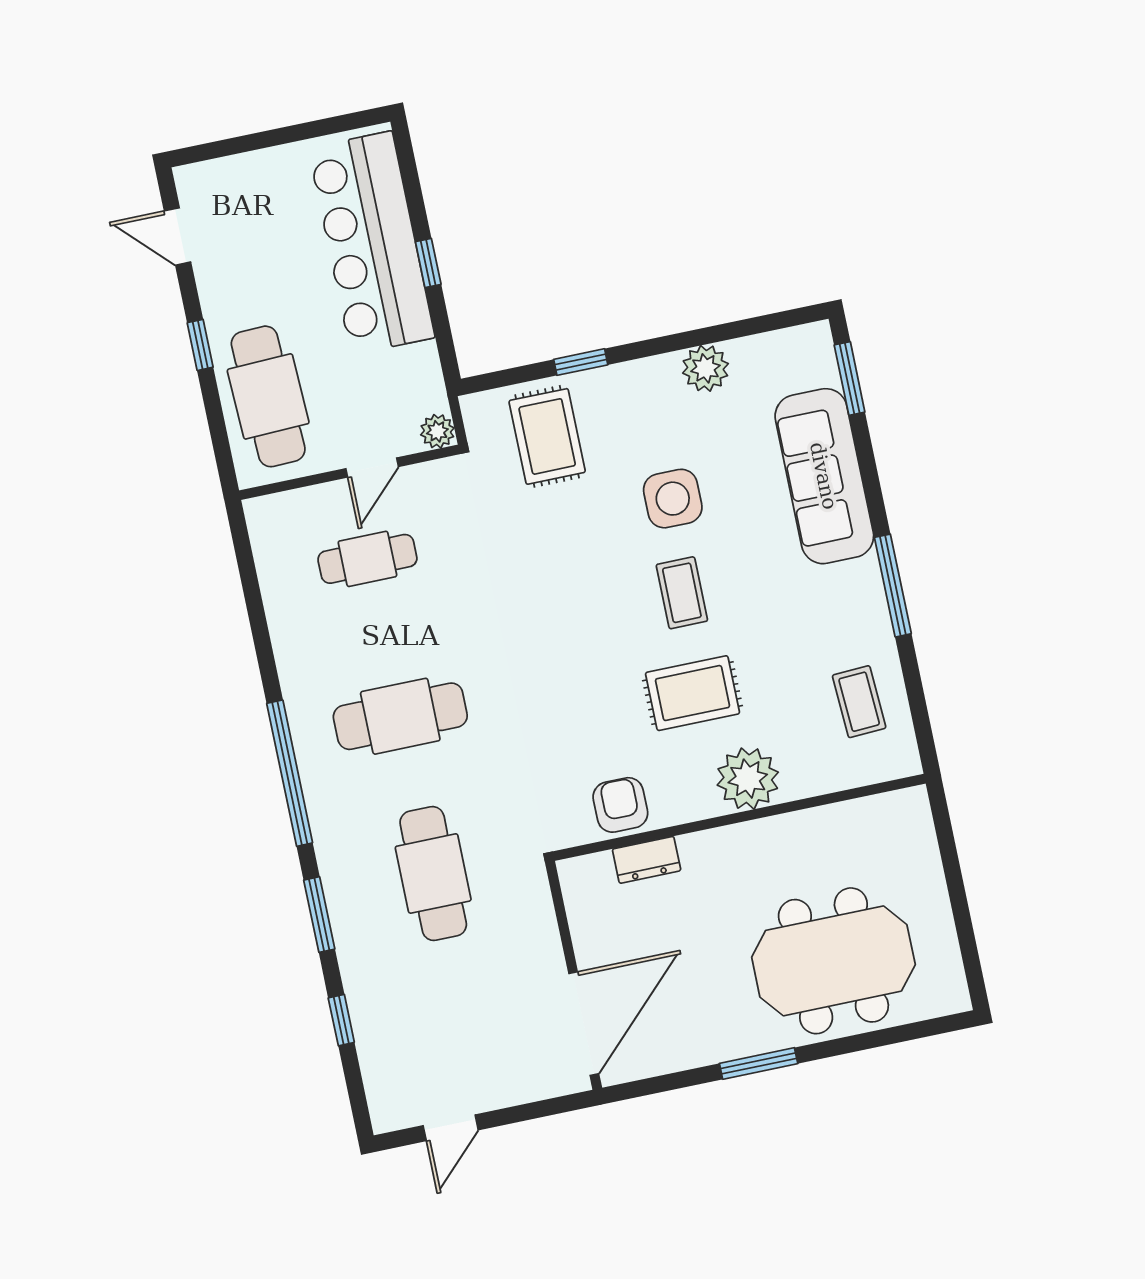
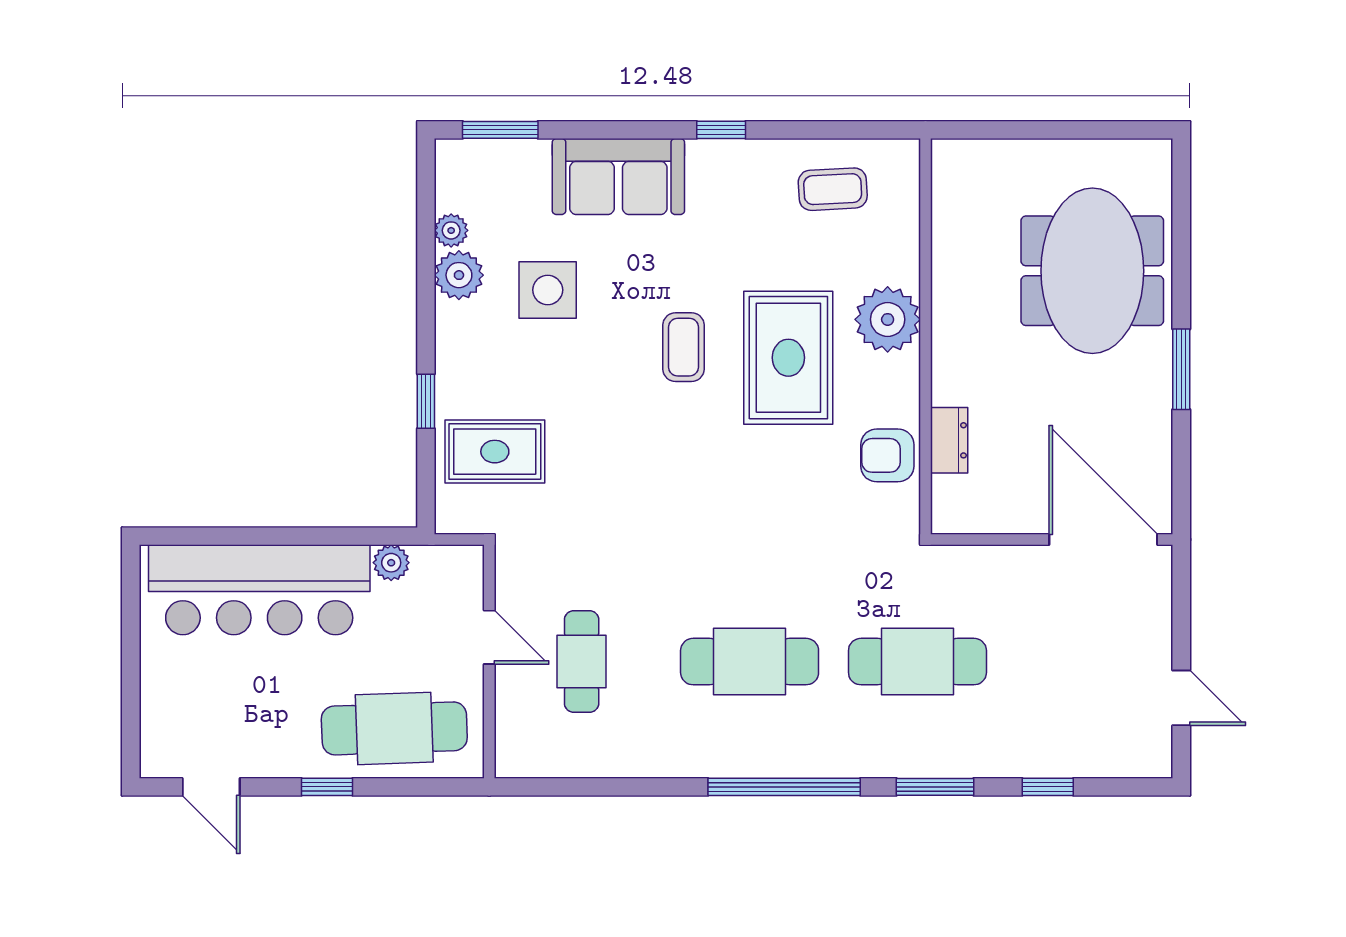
door: (178, 236) -> (211, 787), hinge flipped
window: (428, 263) -> (292, 536), removed
plant: (746, 352) -> (451, 230), added
plant: (437, 431) -> (391, 563), moved
sofa: (824, 476) -> (618, 177), width x0.73
side table: (673, 499) -> (548, 290), moved
window: (893, 586) -> (721, 130), width x0.46
coffee table: (682, 593) -> (683, 347), turned 90
rug: (693, 693) -> (788, 358), width x1.36, depth x1.43
cafe table: (400, 716) -> (750, 662), turned 90

